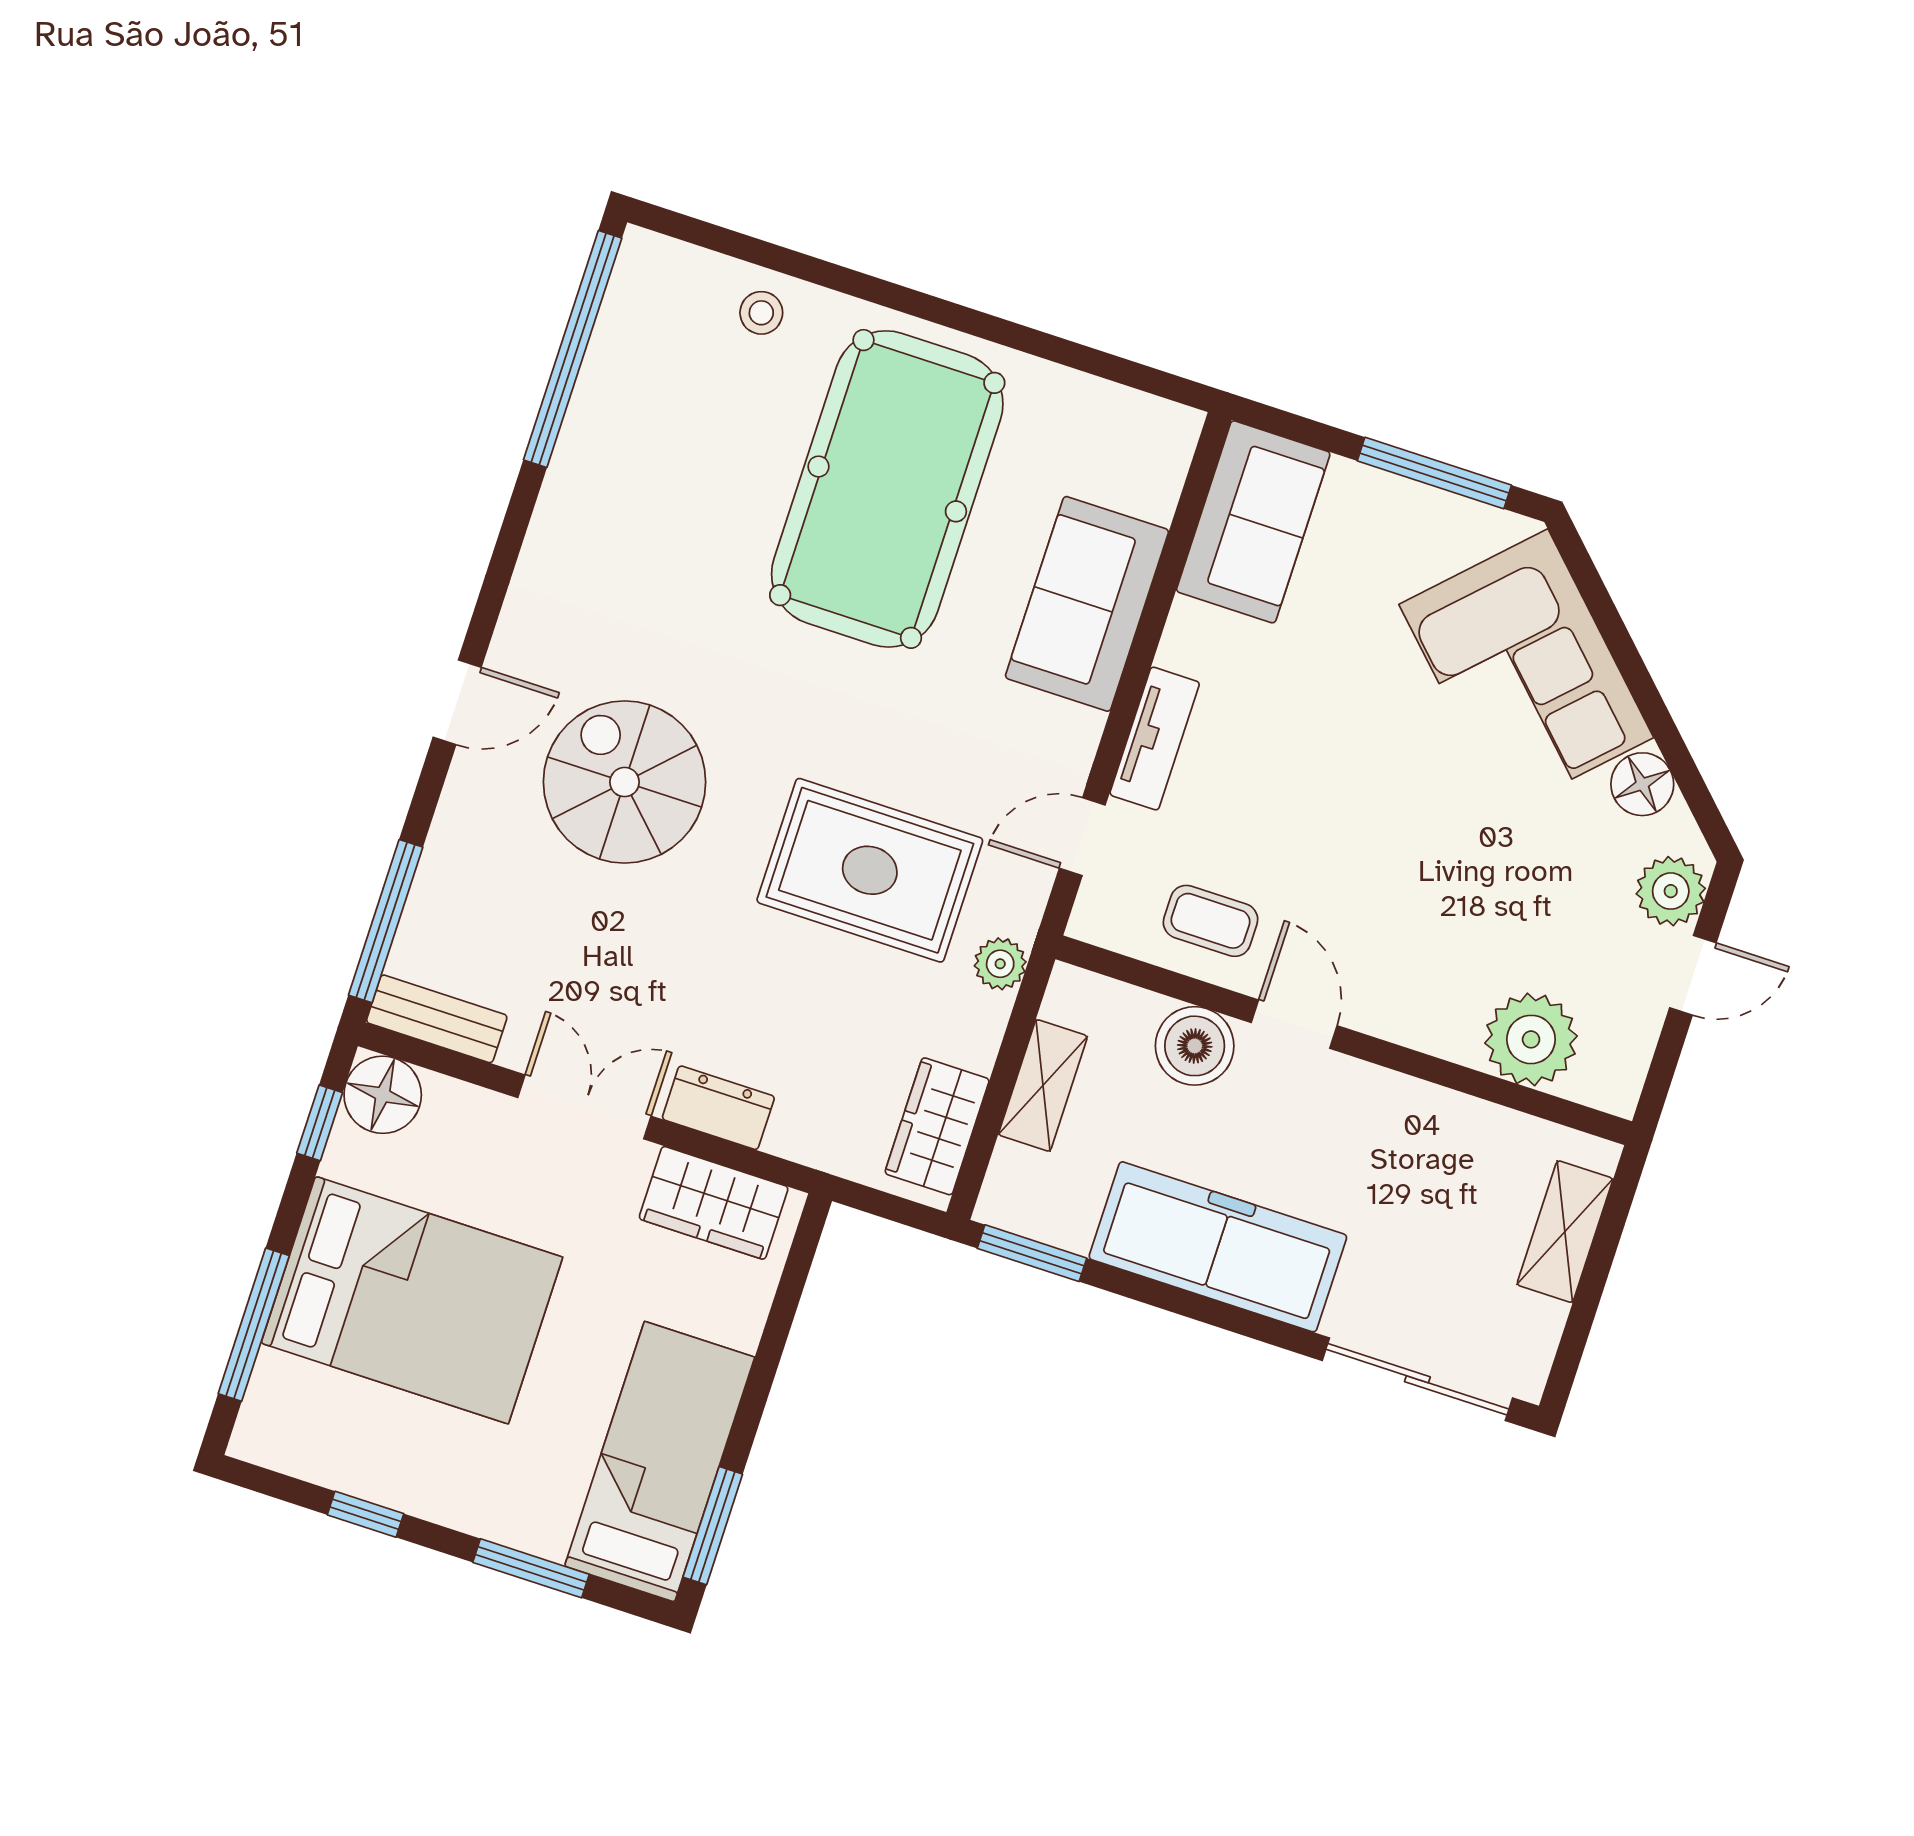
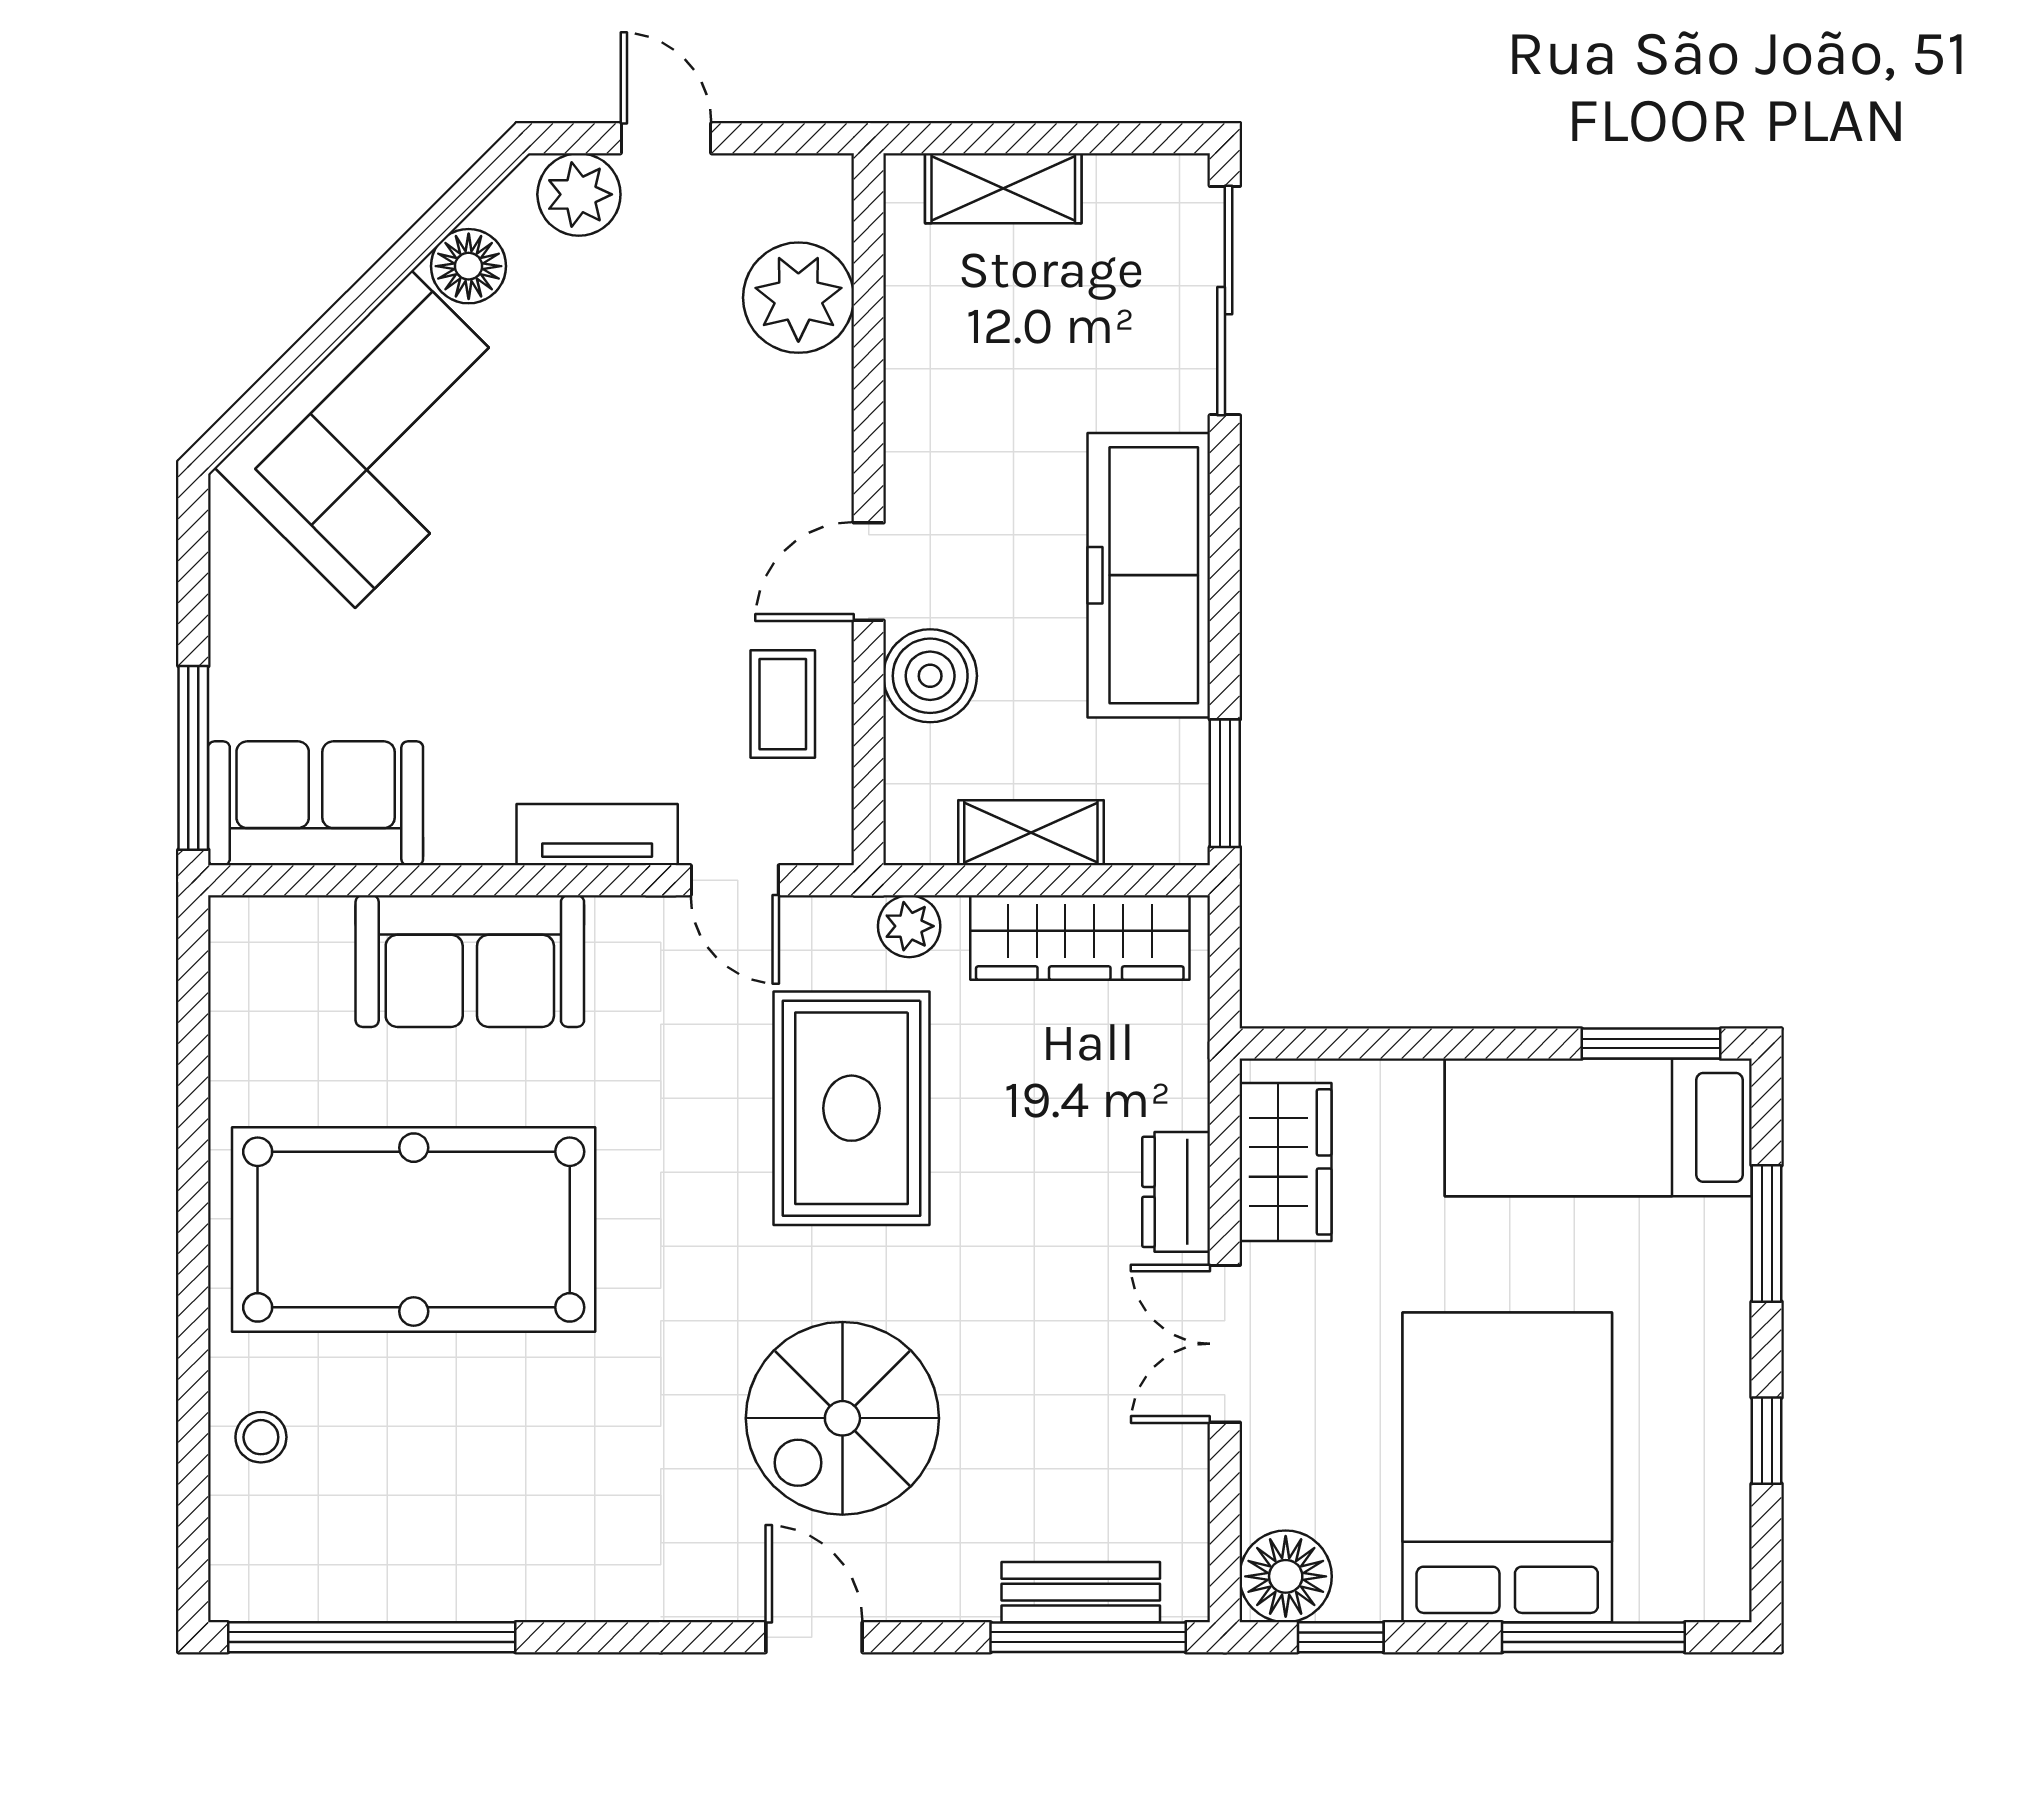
window: (1434, 473) -> (193, 758), moved
bench: (437, 1019) -> (1081, 1592), moved, turned 90
wardrobe: (937, 1126) -> (1080, 937), width x1.50

